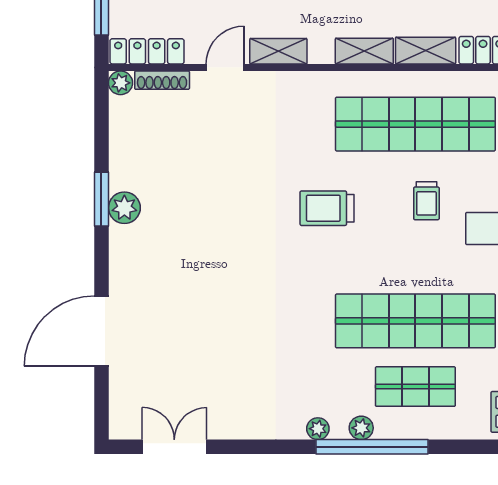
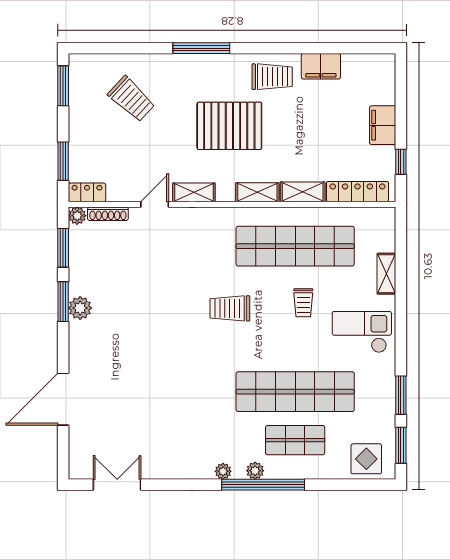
locker: (147, 51) -> (87, 192), width x0.66
window: (101, 126) -> (63, 248), added

